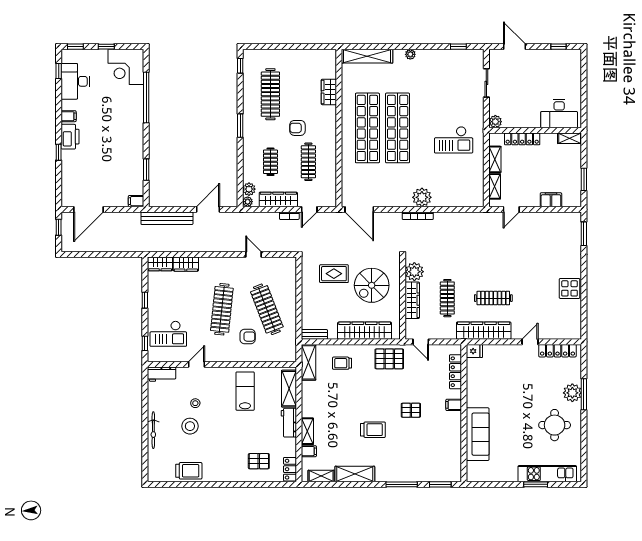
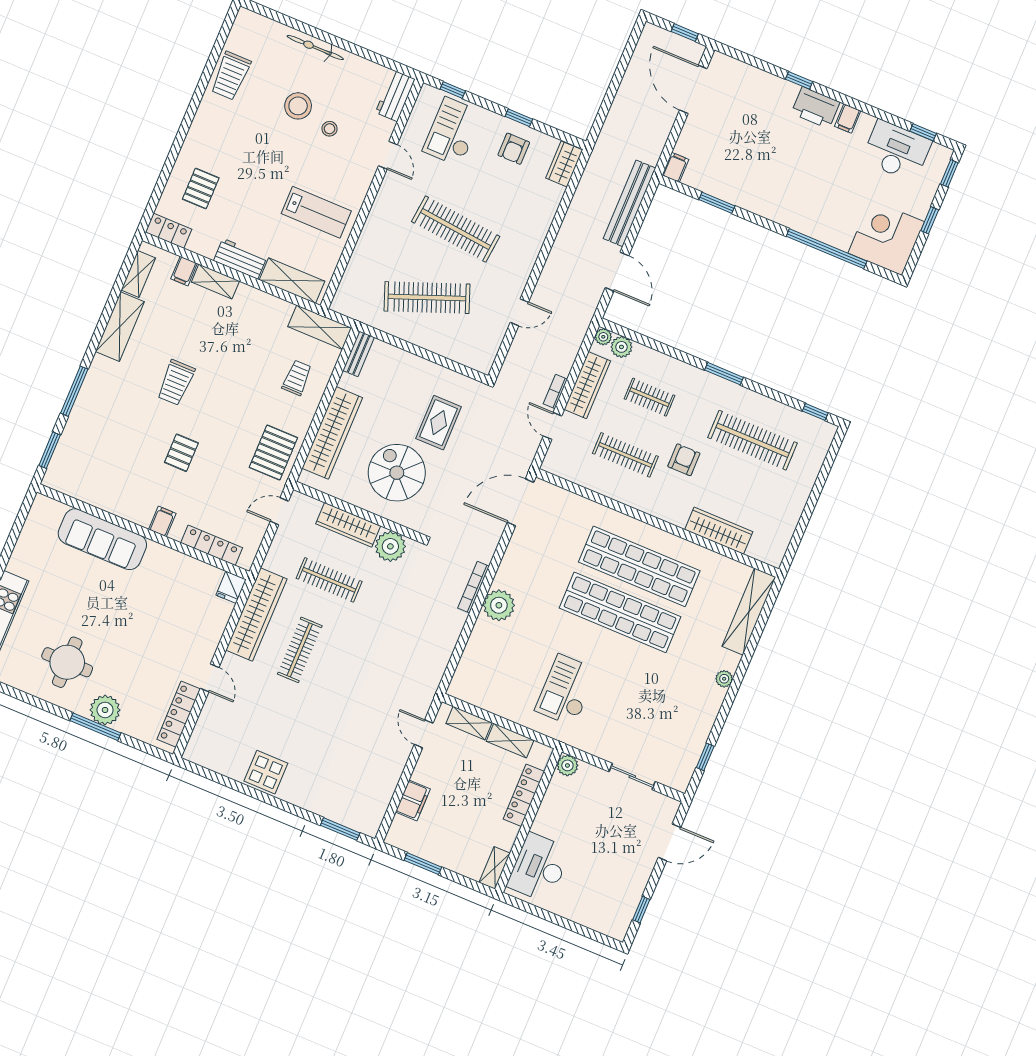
wardrobe: (329, 92) -> (719, 531), width x1.50
wardrobe: (186, 264) -> (548, 203), removed
armchair: (248, 337) -> (514, 149), moved

